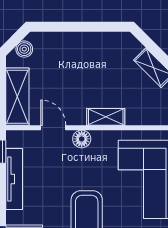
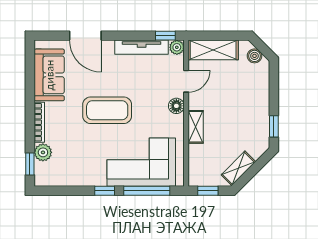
window: (105, 27) -> (274, 126), added
plant: (14, 138) -> (177, 47), added

